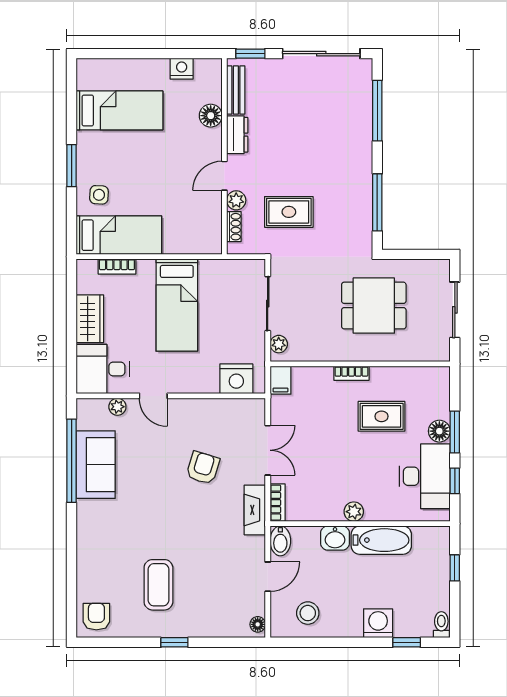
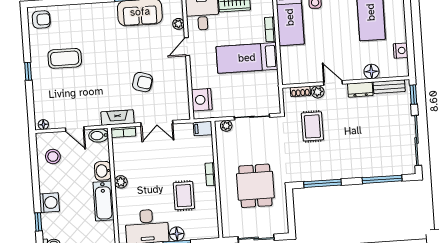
bookcase: (117, 267) -> (270, 29), moved

